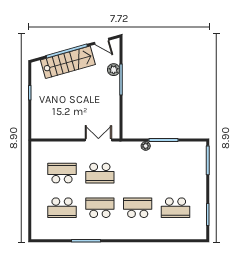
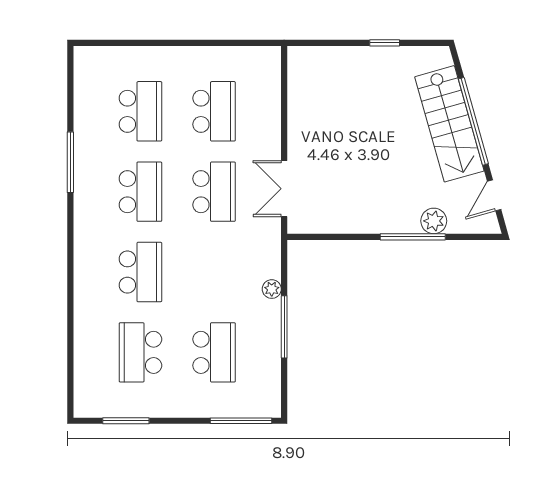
double door: (98, 140) -> (284, 189), swing flipped
school desk: (100, 173) -> (214, 192), turned 180
school desk: (175, 173) -> (214, 352), added
school desk: (62, 208) -> (140, 111), turned 180

